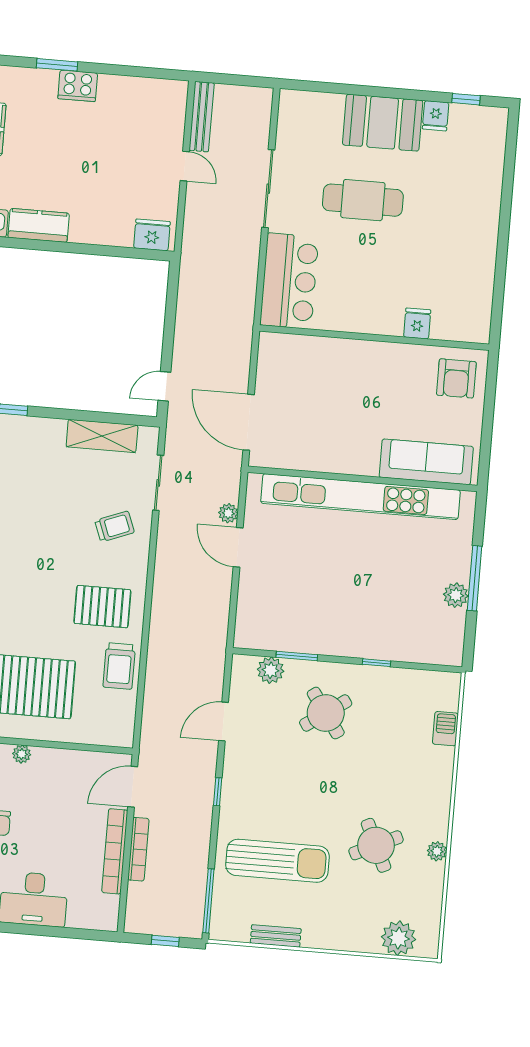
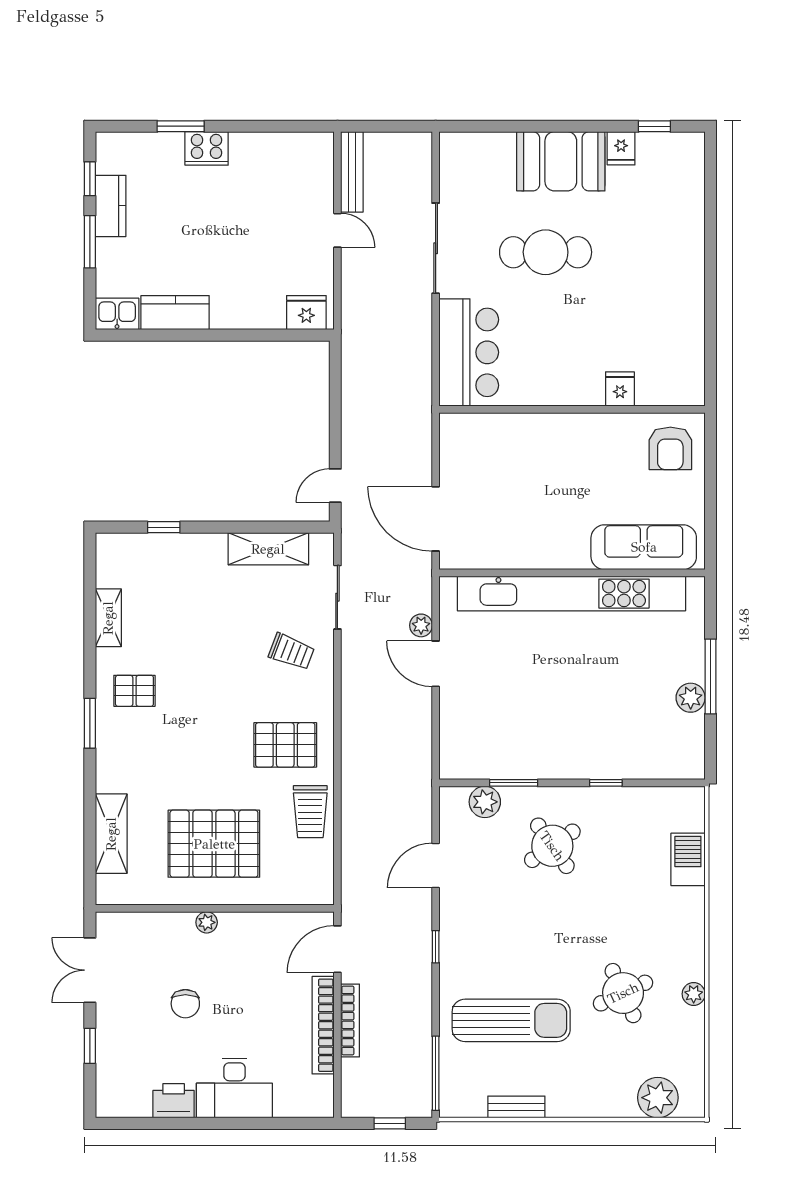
trolley: (115, 527) -> (291, 652), turned 42
barbecue: (445, 729) -> (688, 859), width x1.38, depth x1.27

